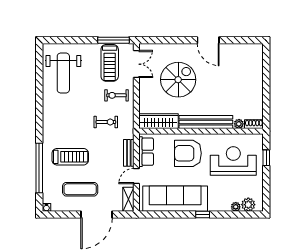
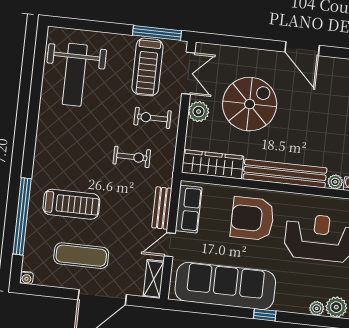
plant: (146, 88) -> (199, 112), added

